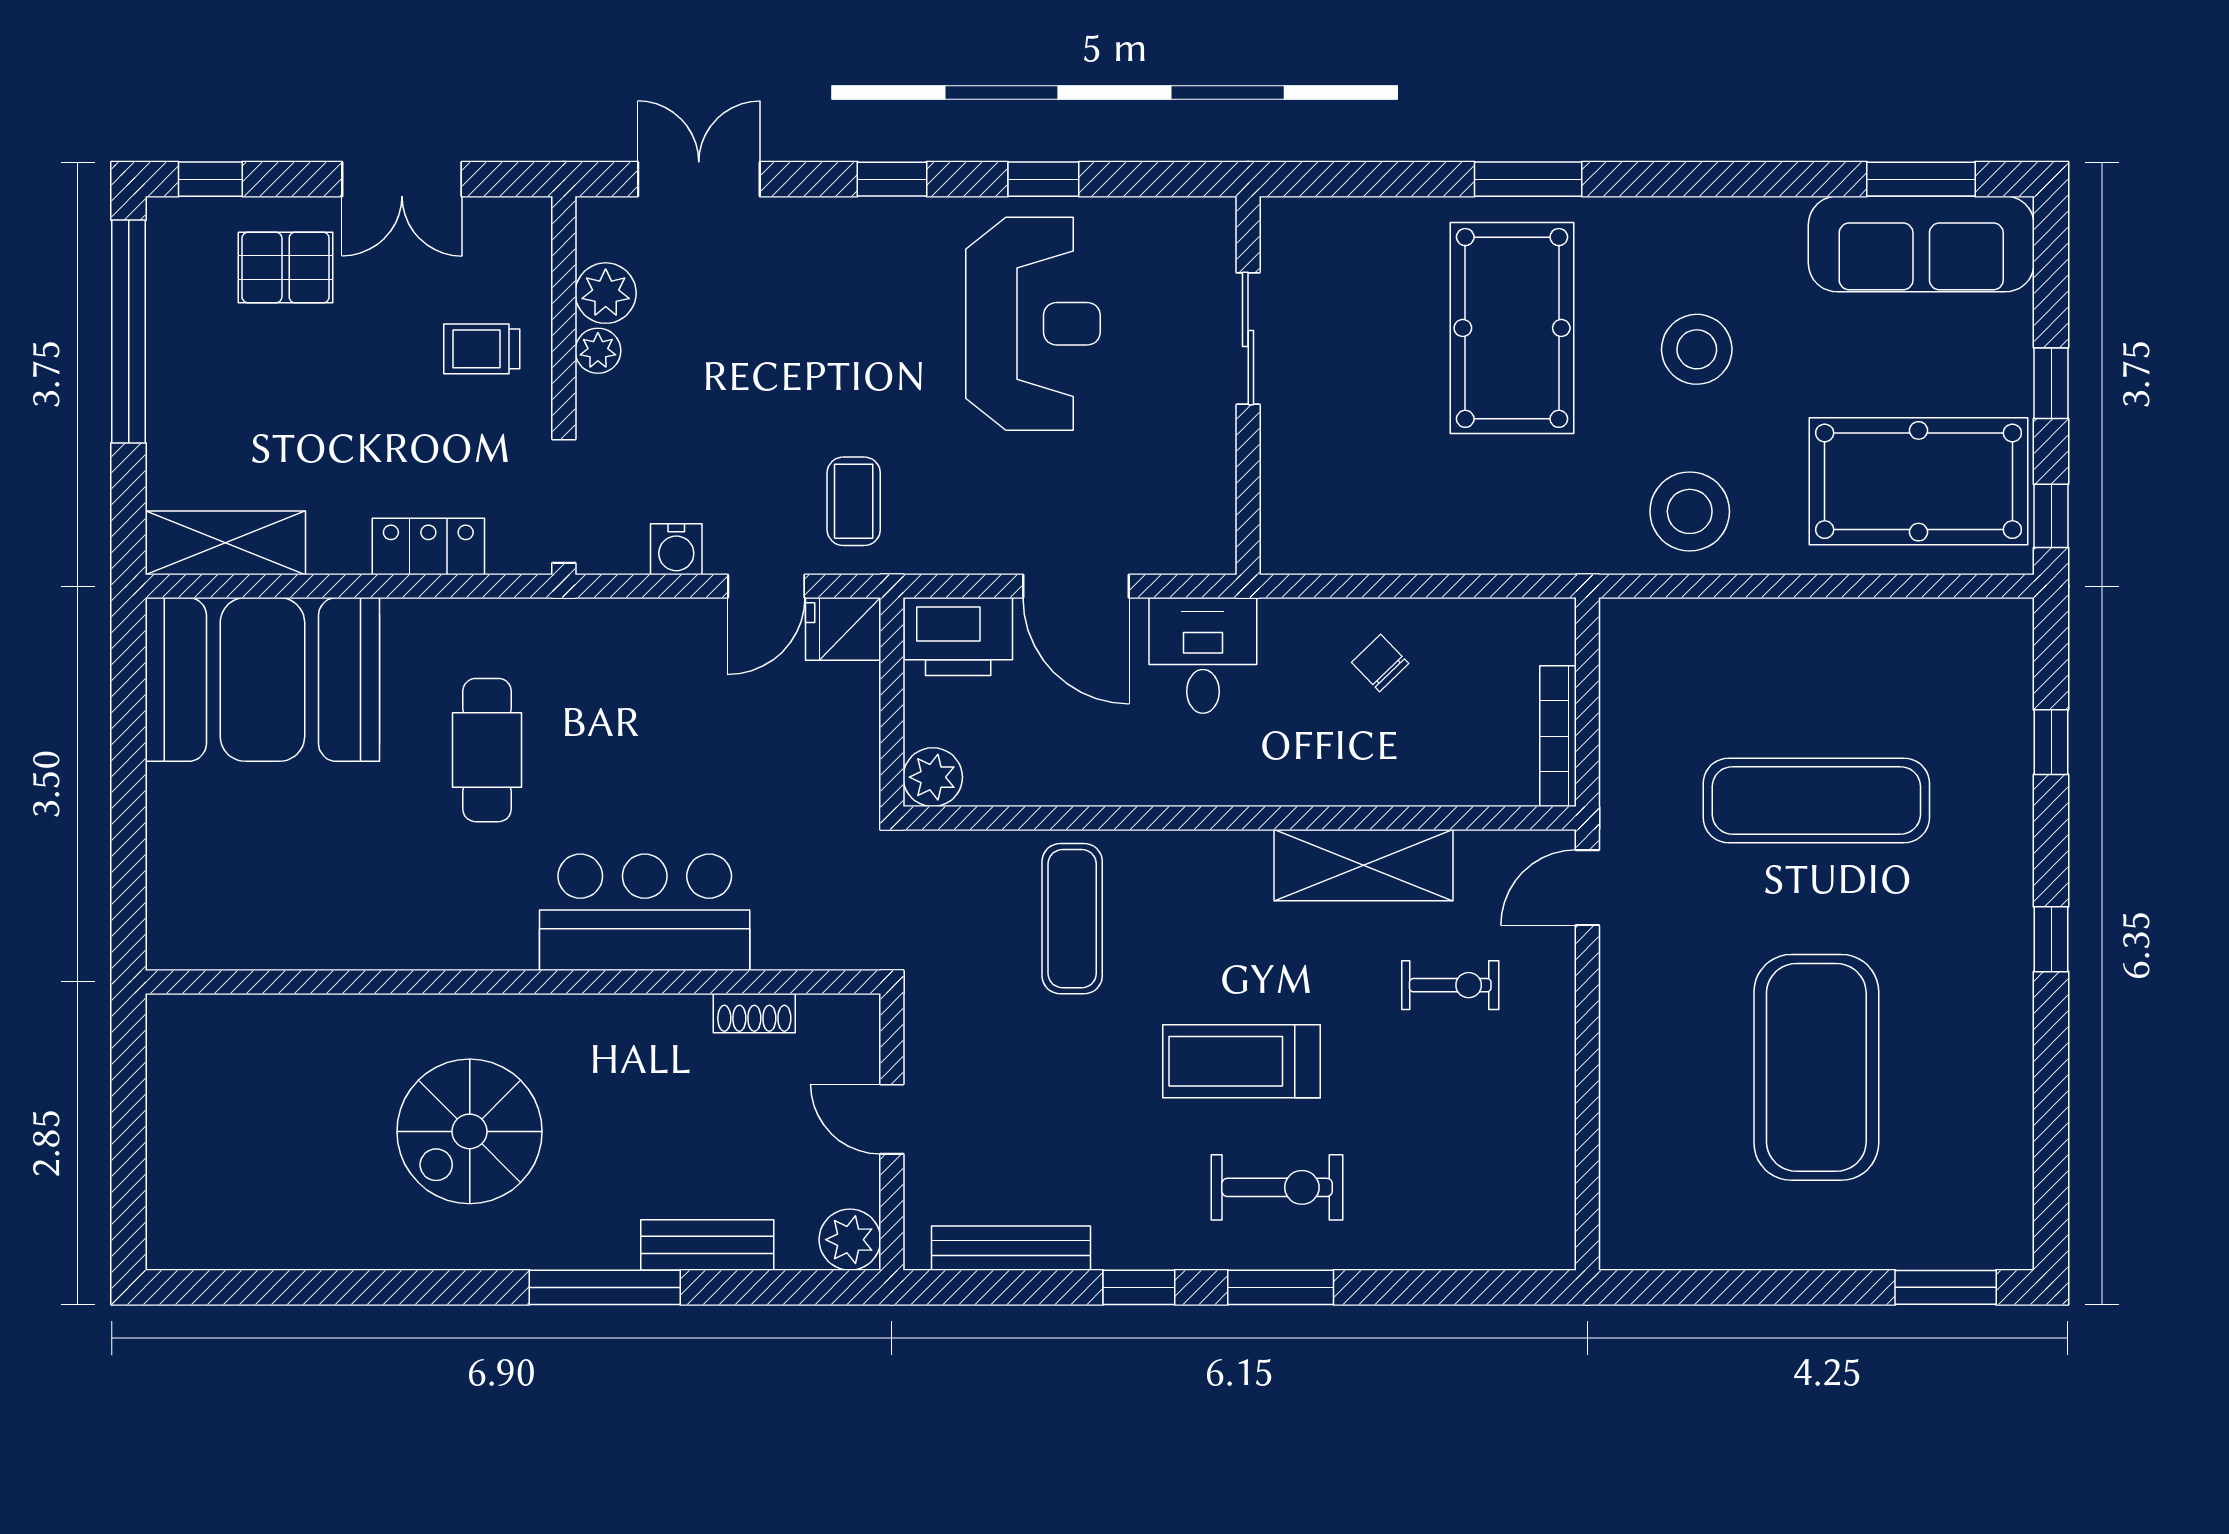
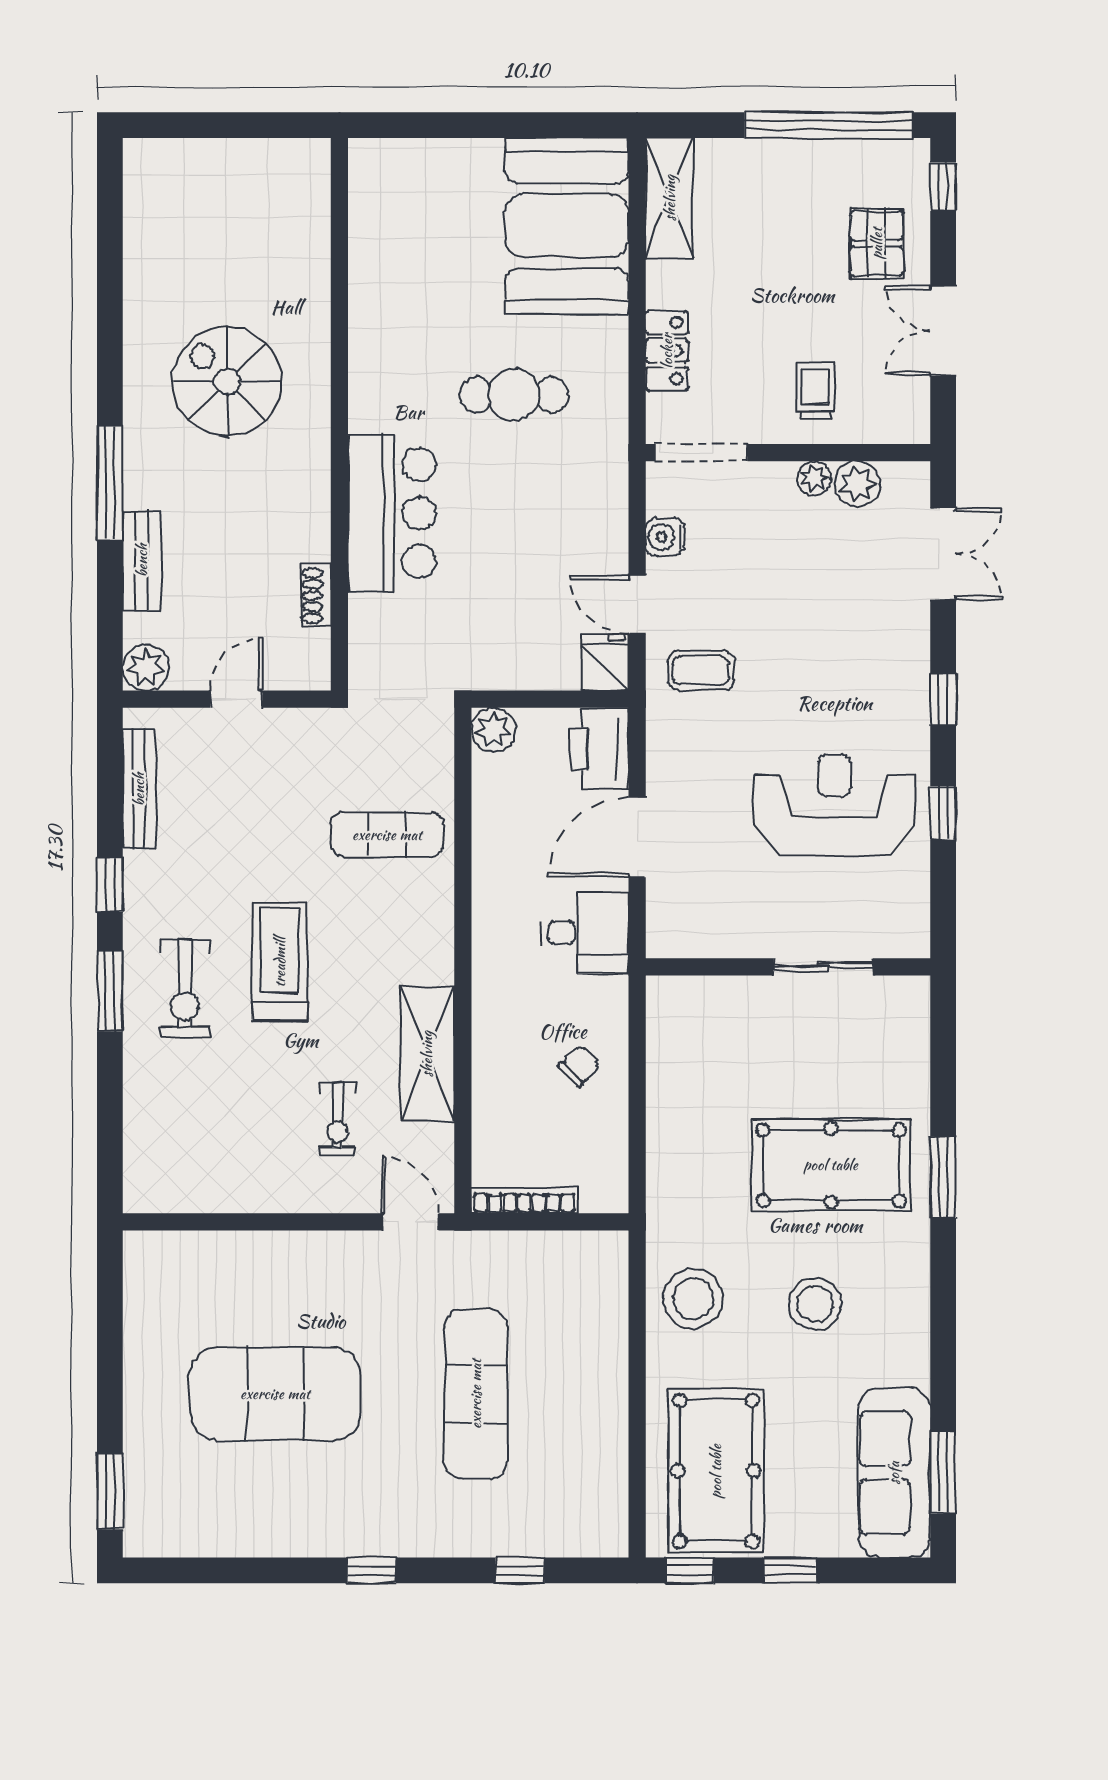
reception desk: (1033, 324) -> (834, 805), turned 180

